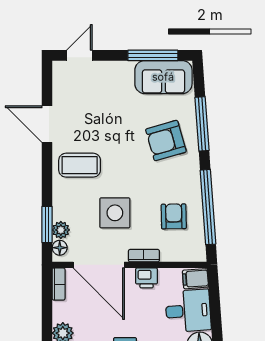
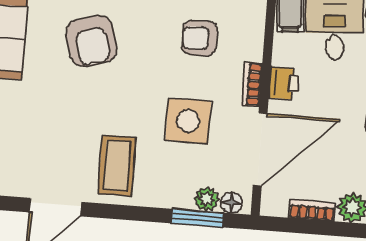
bookcase: (59, 284) -> (312, 210), moved

